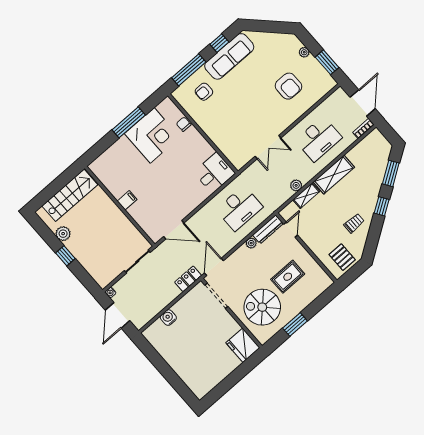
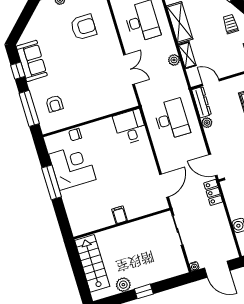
sofa: (229, 56) -> (32, 61), width x0.73

